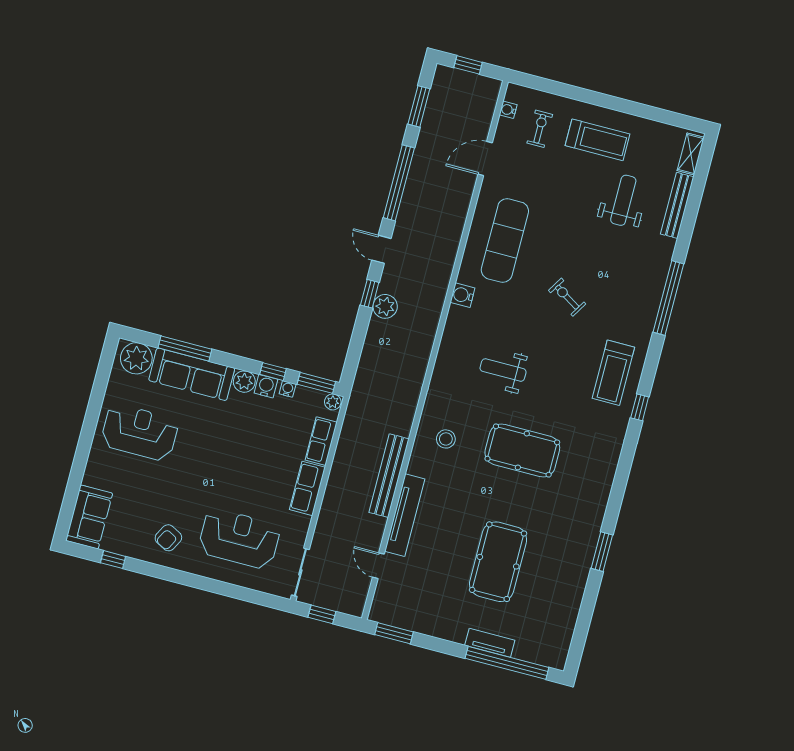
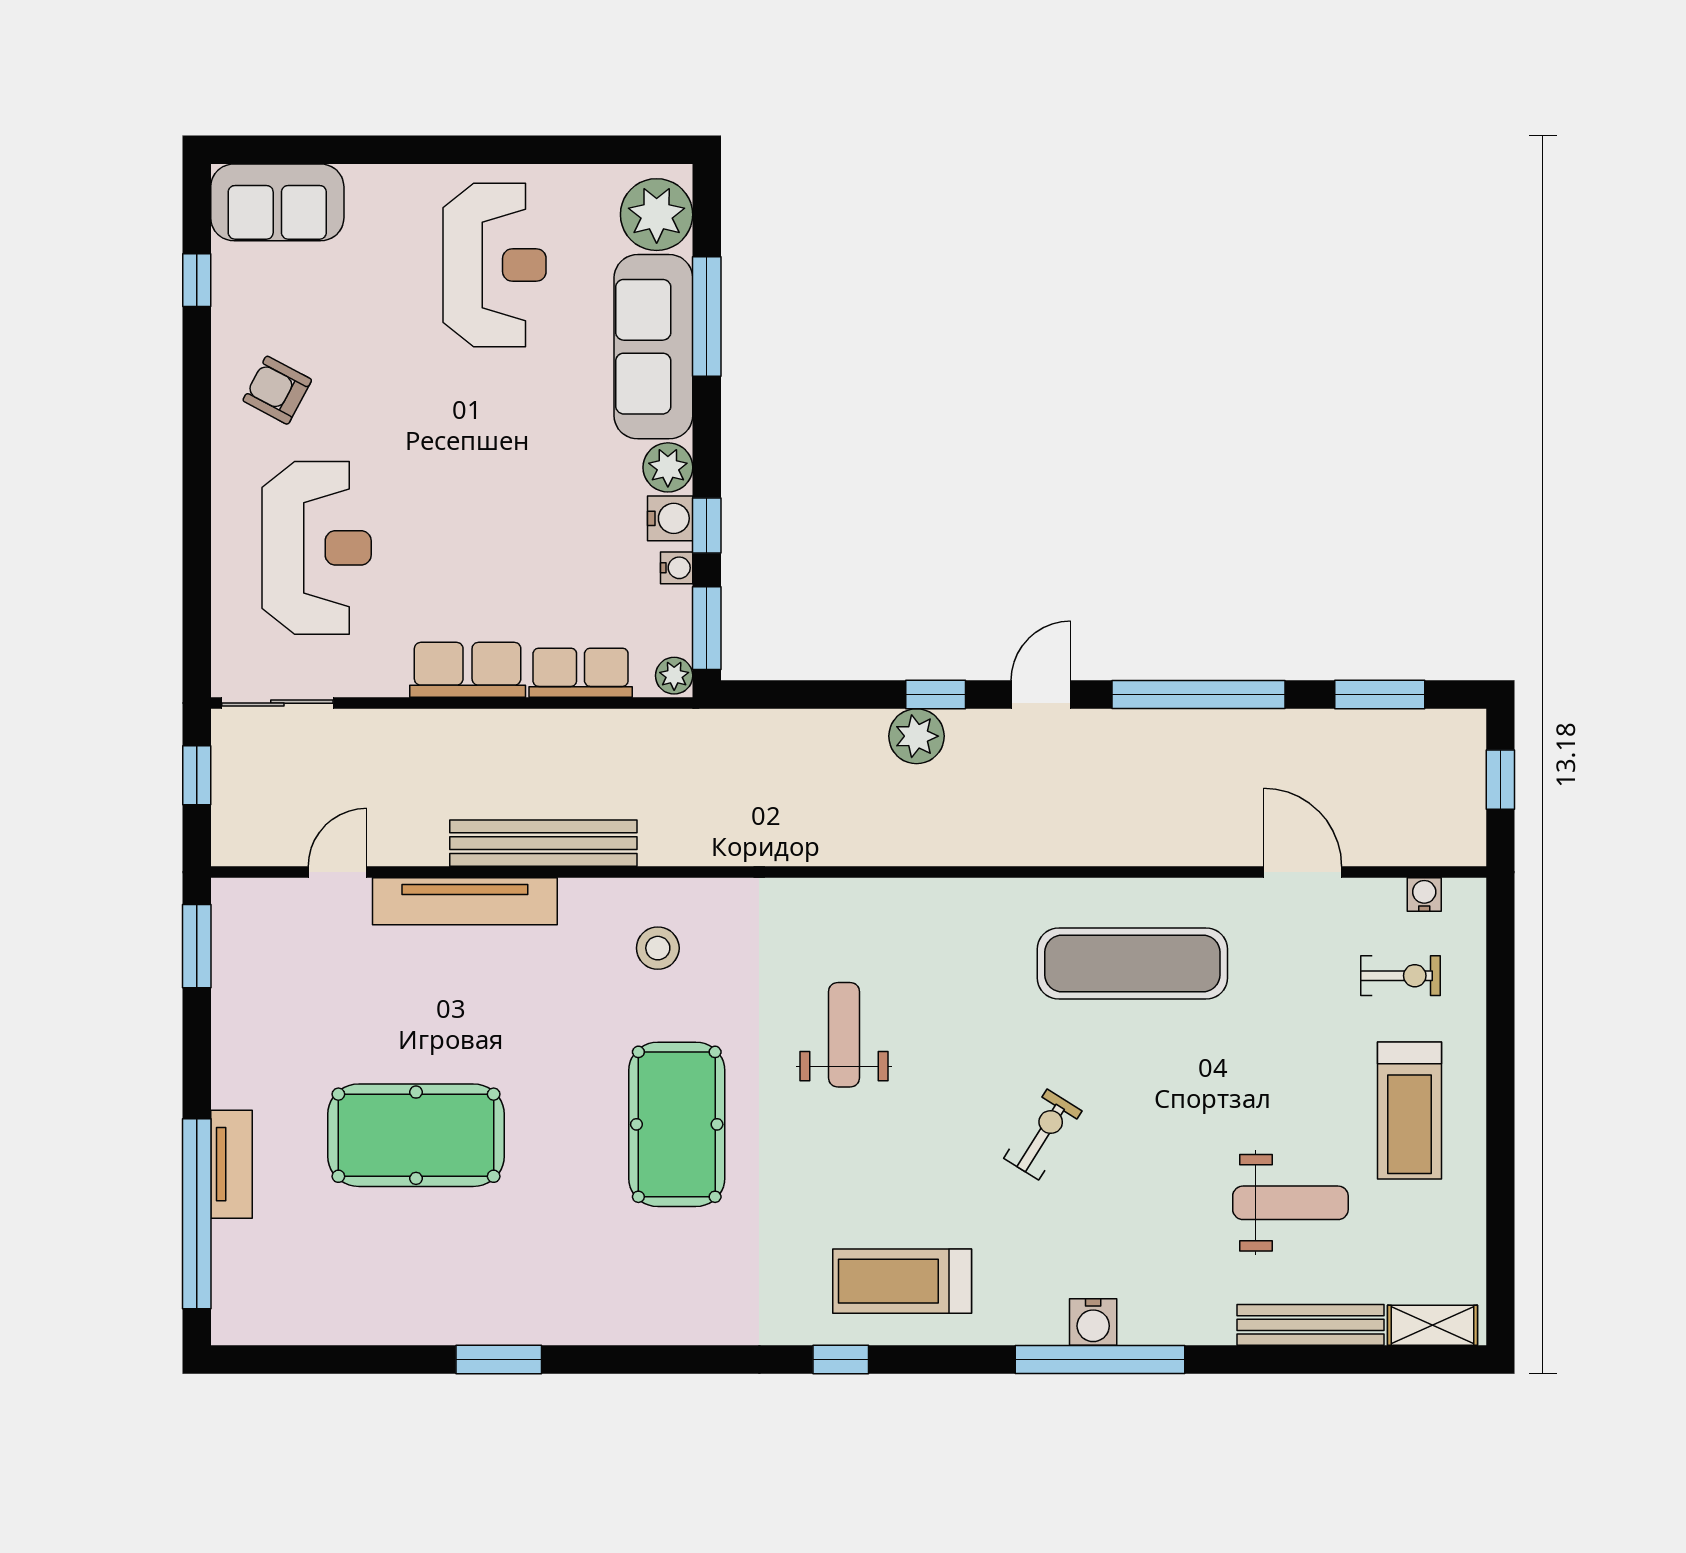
water cooler: (462, 295) -> (1093, 1322), moved, turned 180

